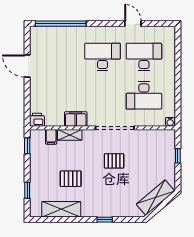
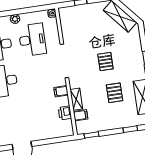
plant: (170, 80) -> (15, 19), added
filing cabinet: (76, 119) -> (61, 91), width x0.50
printer: (37, 120) -> (65, 113), moved
pallet: (114, 161) -> (105, 62), moved

